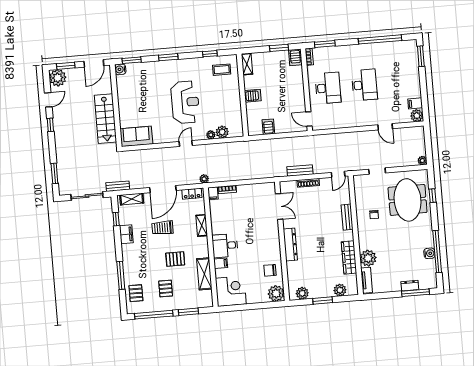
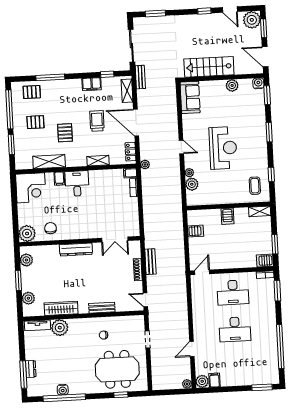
plant: (123, 95) -> (232, 85), added
reception desk: (185, 102) -> (223, 148), turned -90
plant: (422, 161) -> (187, 384), moved

